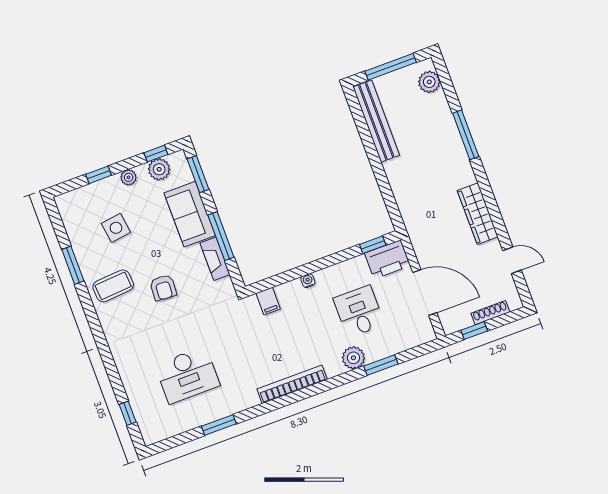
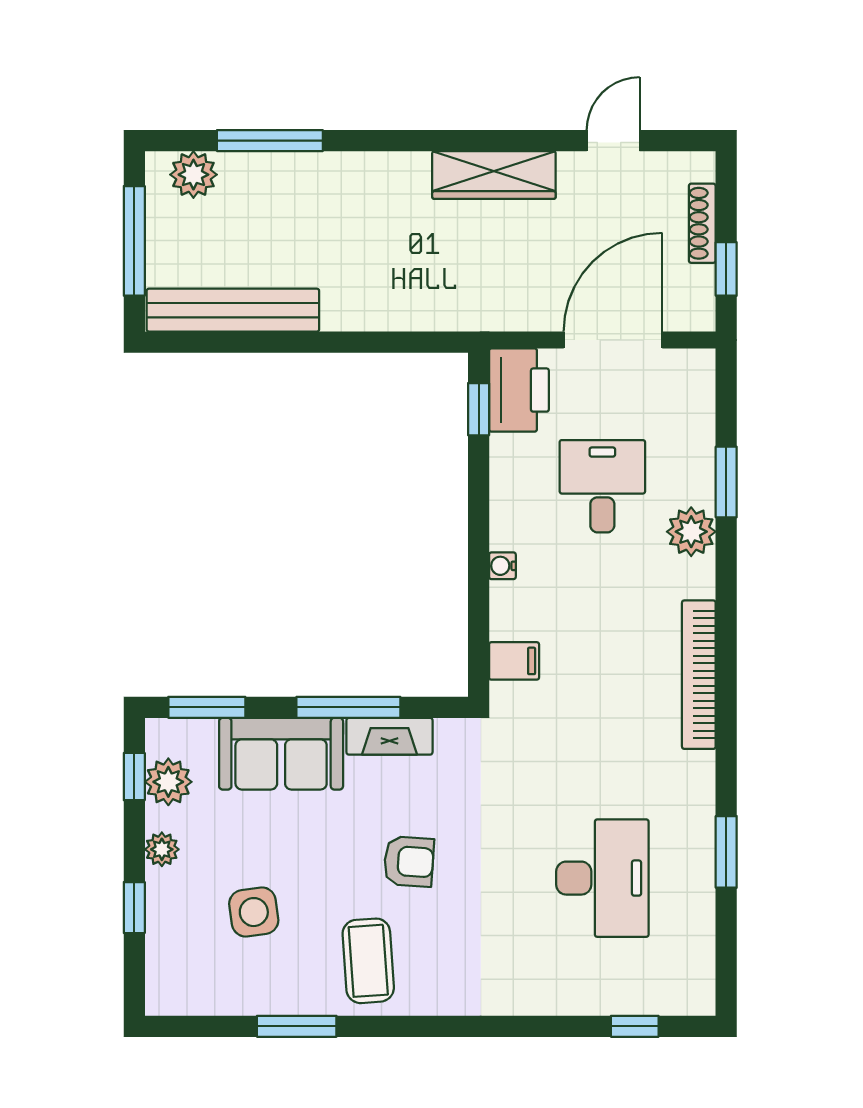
window: (466, 135) -> (270, 141), moved
desk: (359, 312) -> (602, 486), turned 90

